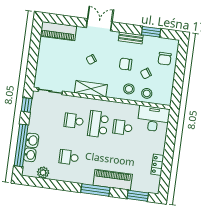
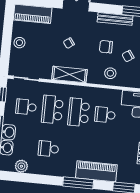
bench: (131, 38) -> (115, 19), width x1.36
stool: (147, 93) -> (19, 43), moved
school desk: (49, 118) -> (26, 107), added
school desk: (74, 121) -> (52, 110), width x1.85

